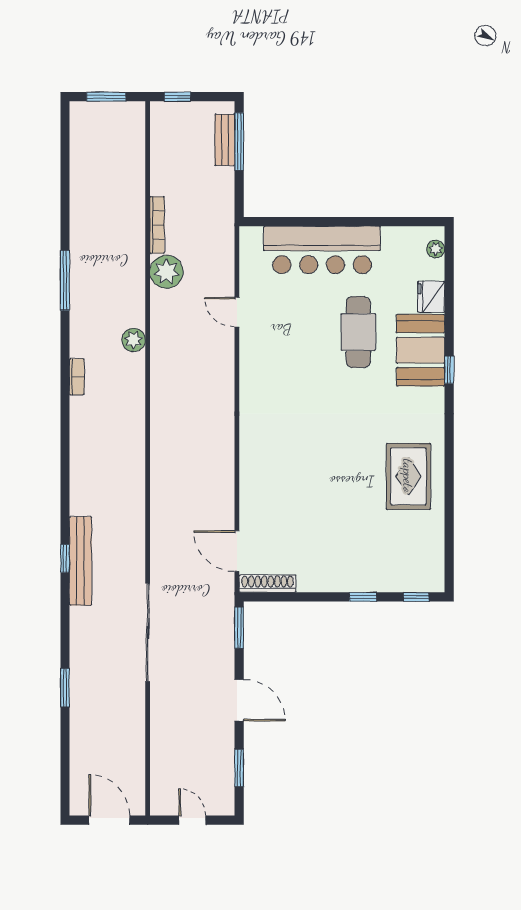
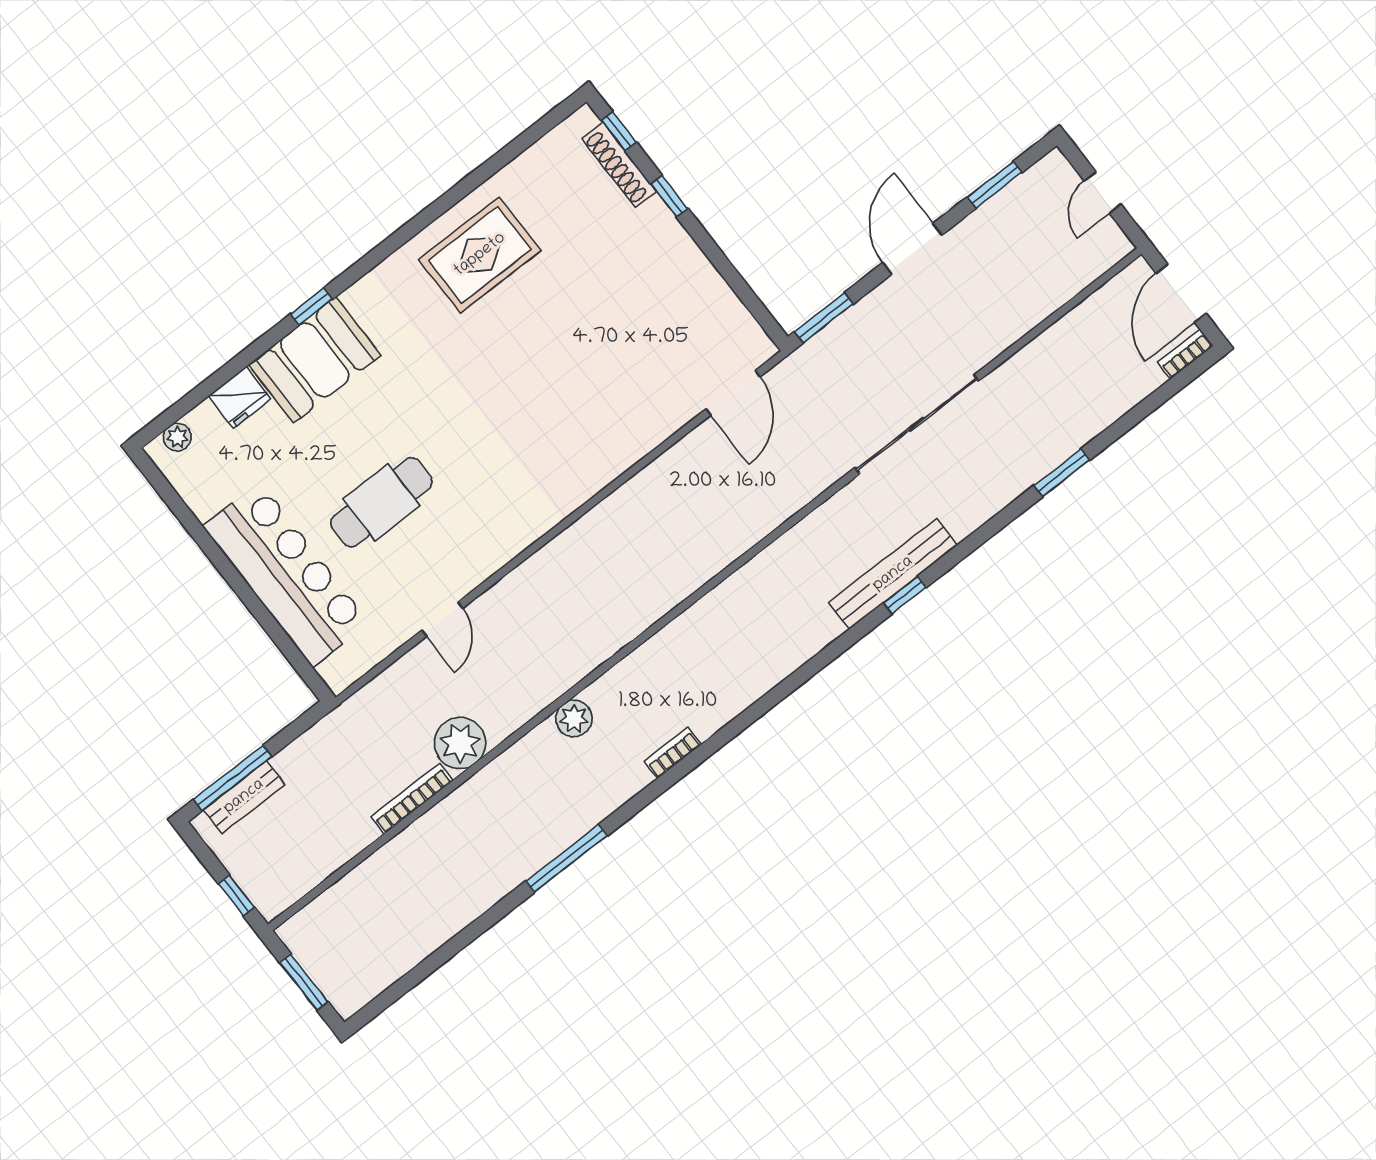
cafe table: (358, 332) -> (381, 502), moved
shoe rack: (268, 584) -> (619, 165), moved
bookcase: (76, 798) -> (1185, 354), added

